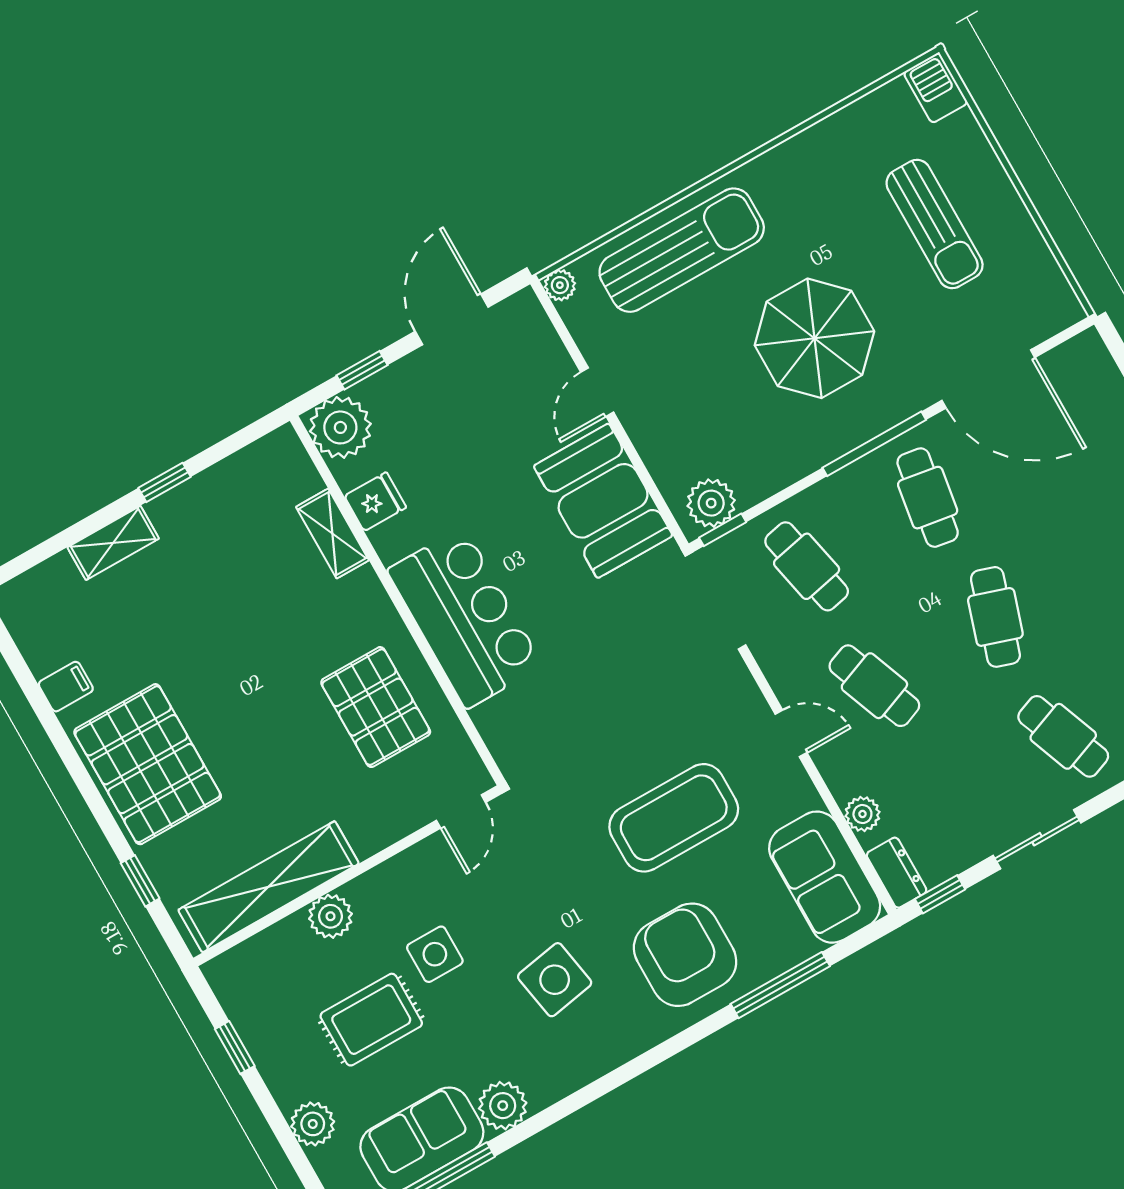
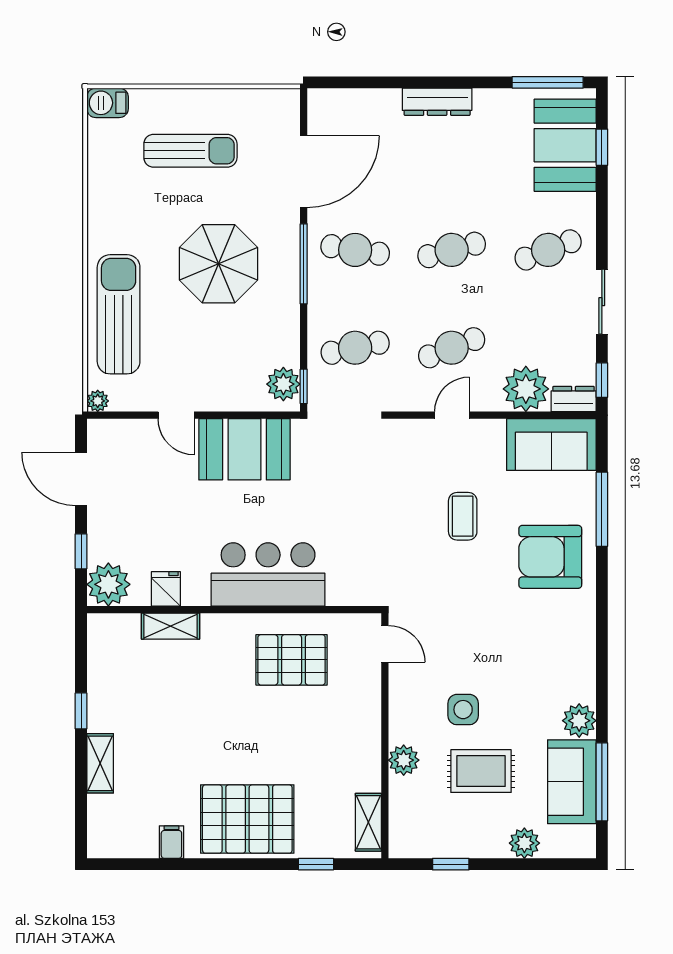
cafe table: (995, 617) -> (452, 250), turned -33
plant: (862, 814) -> (526, 389), width x1.87, depth x1.87
coffee table: (674, 818) -> (463, 516), width x0.54, depth x0.58
shelving: (269, 887) -> (368, 822), width x0.45, depth x0.75
side table: (555, 980) -> (520, 645), removed
rug: (371, 1020) -> (481, 771), turned 90

